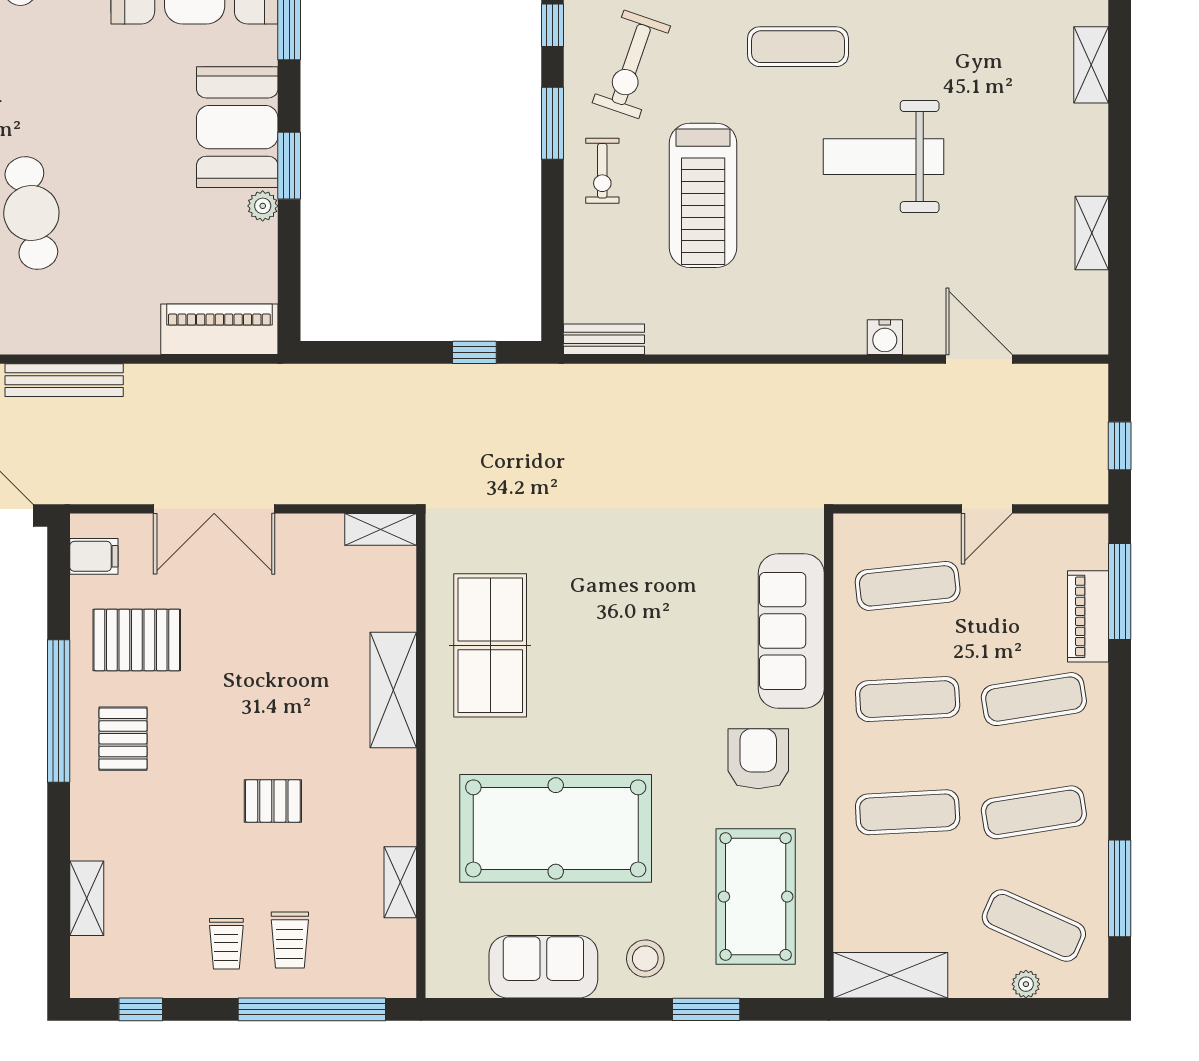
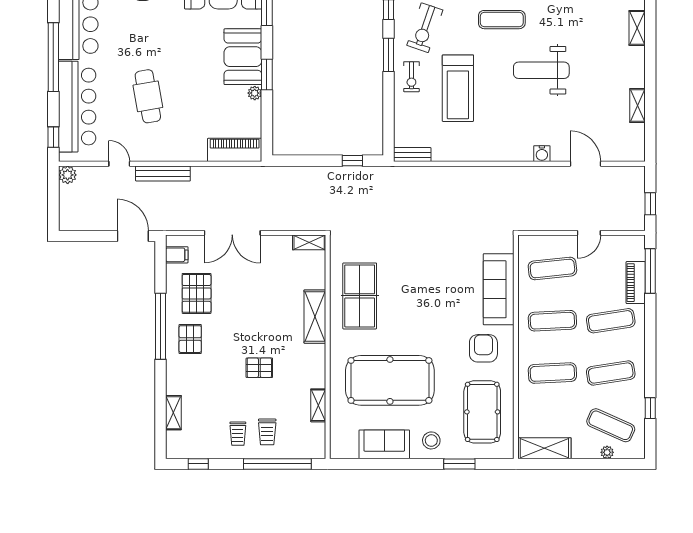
pallet: (137, 640) -> (197, 293), turned 90
window: (1120, 888) -> (650, 408), width x0.46

